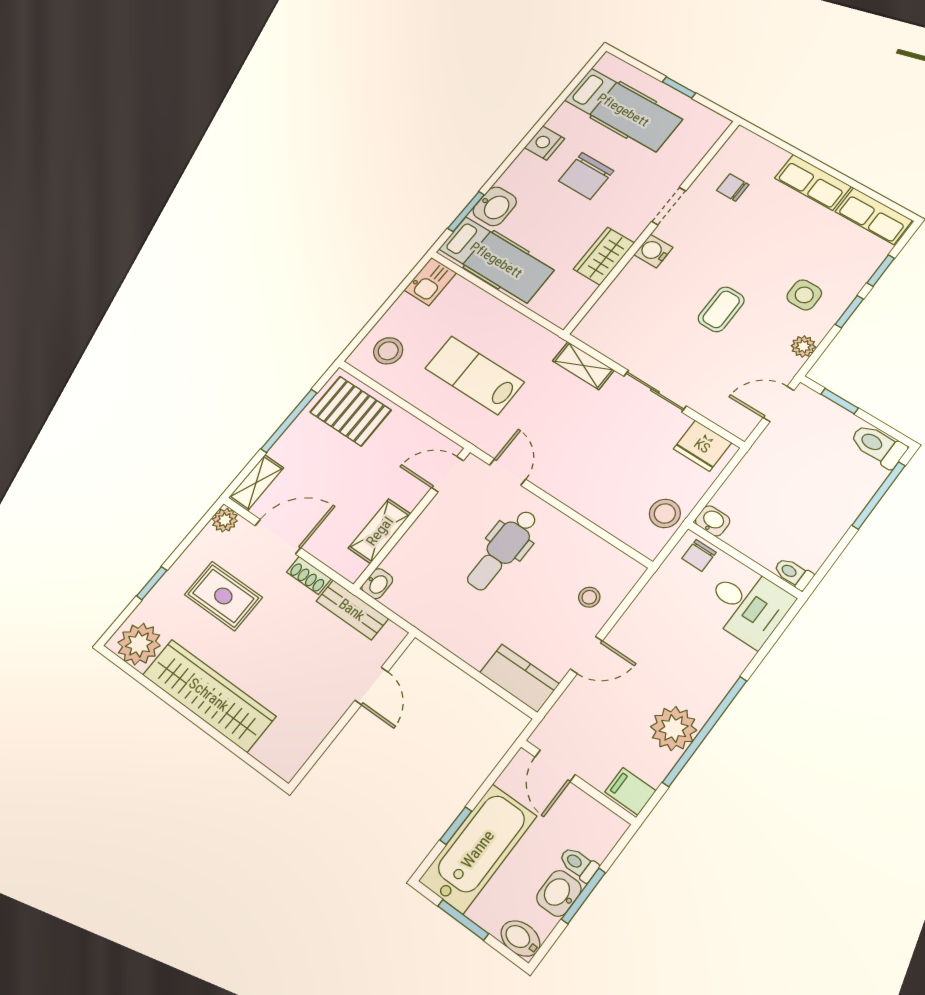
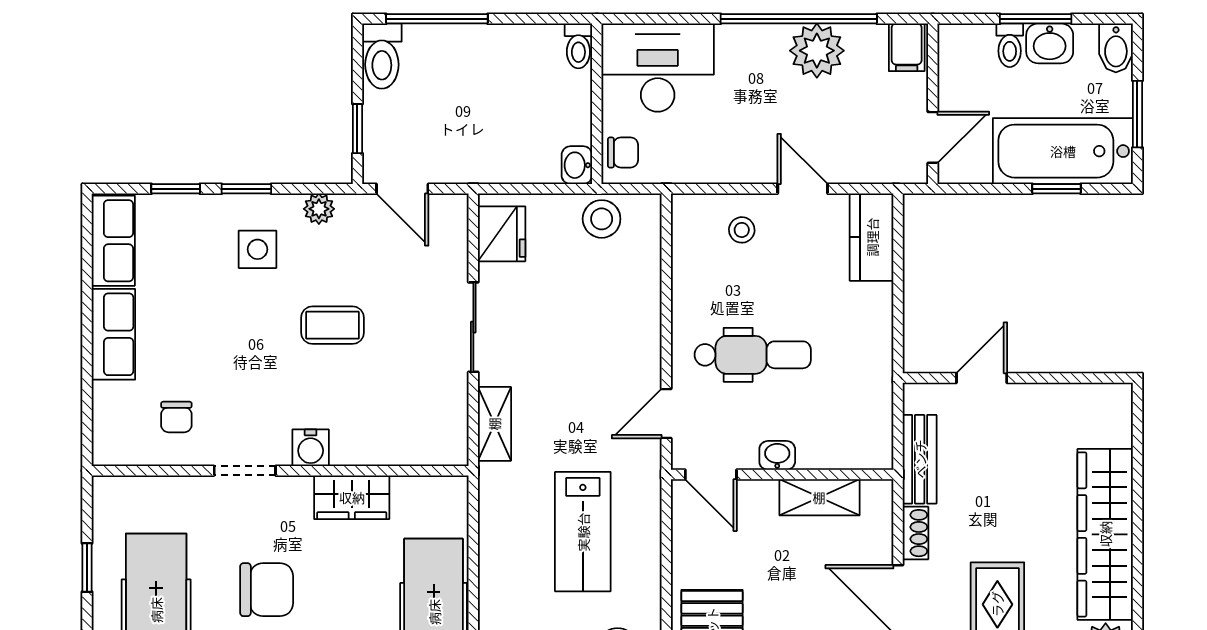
washbasin: (377, 584) -> (777, 455), moved
desk: (748, 605) -> (658, 68), width x1.37

